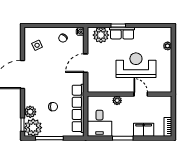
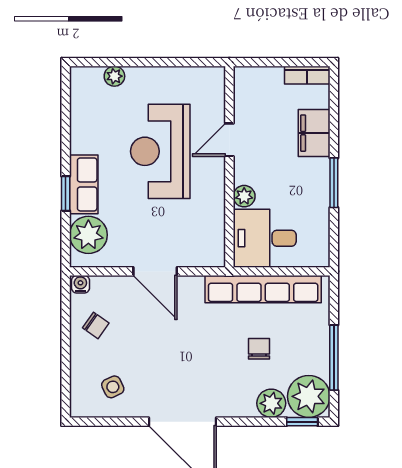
desk: (99, 123) -> (265, 238), moved, turned 180

